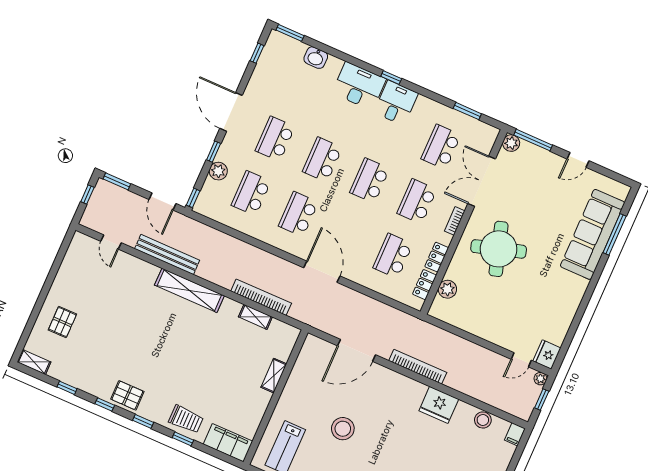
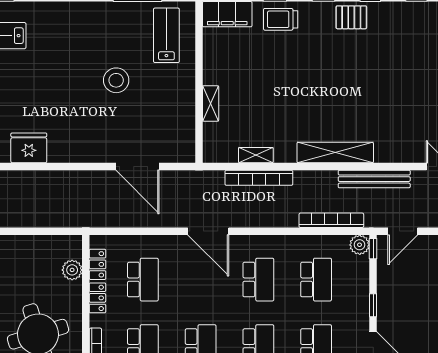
plant: (218, 171) -> (360, 245), moved
door: (162, 201) -> (403, 231), swing flipped
door: (356, 350) -> (137, 167), swing flipped
bookcase: (418, 367) -> (331, 220), moved, turned 180

